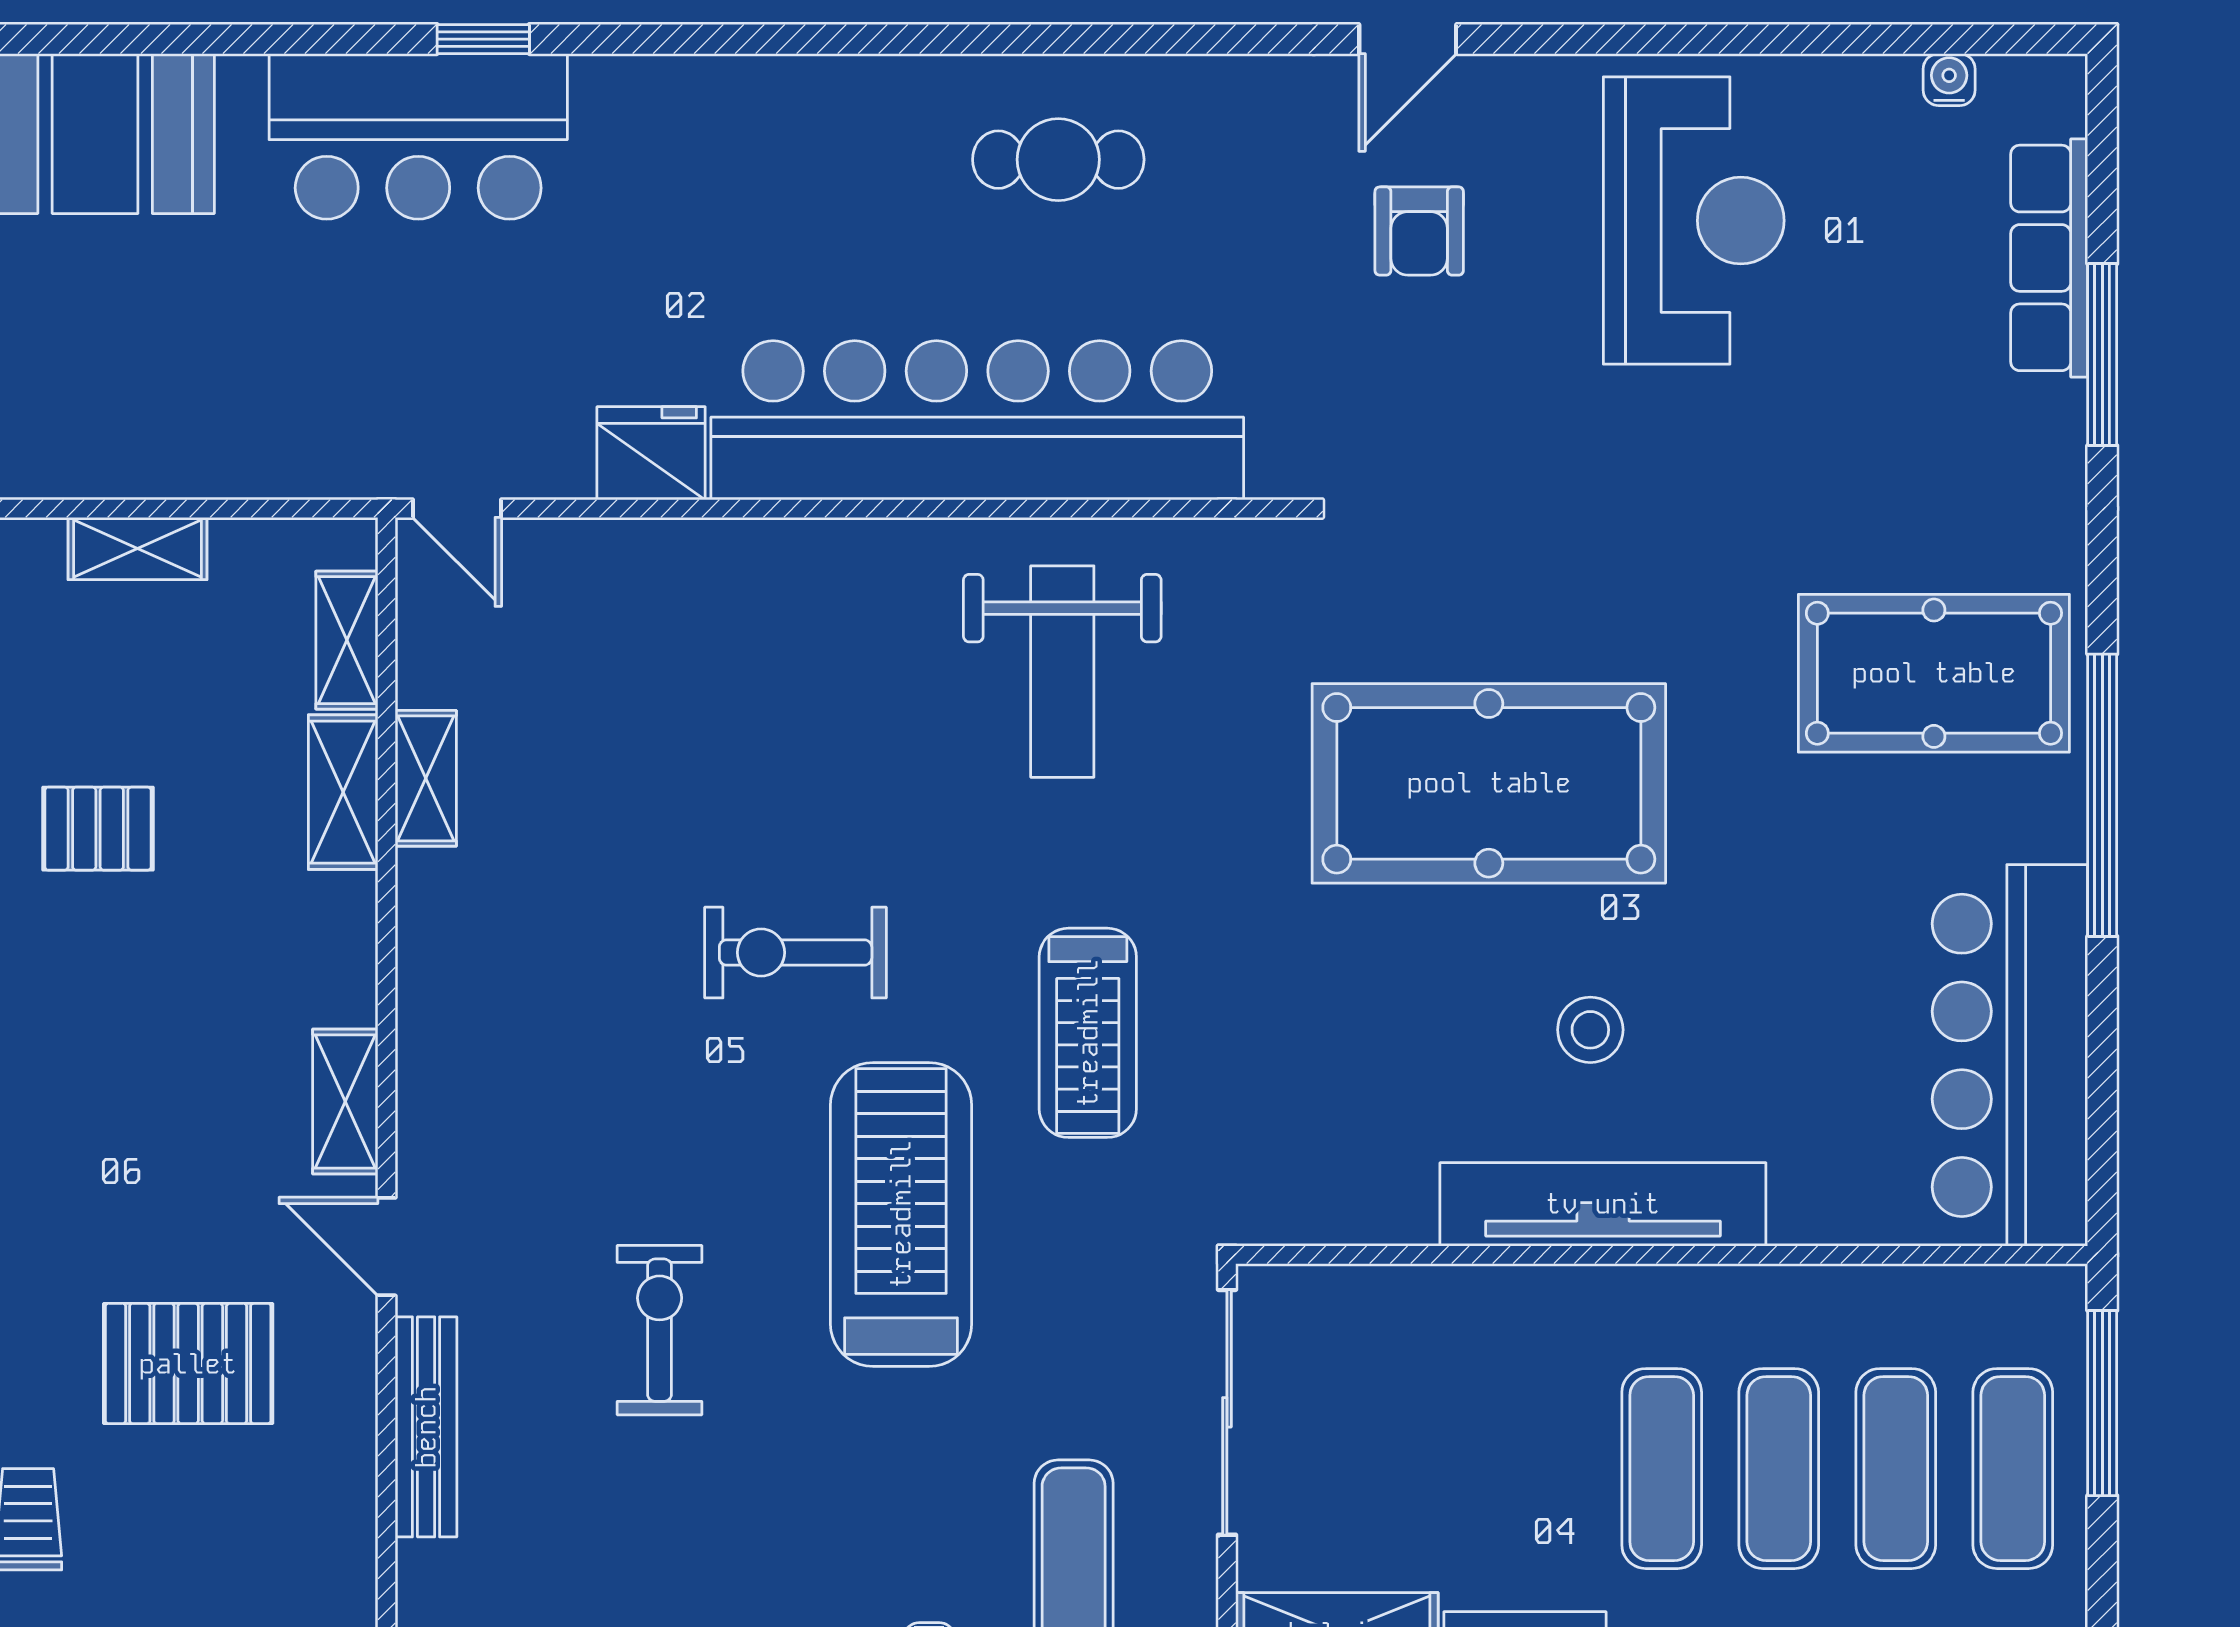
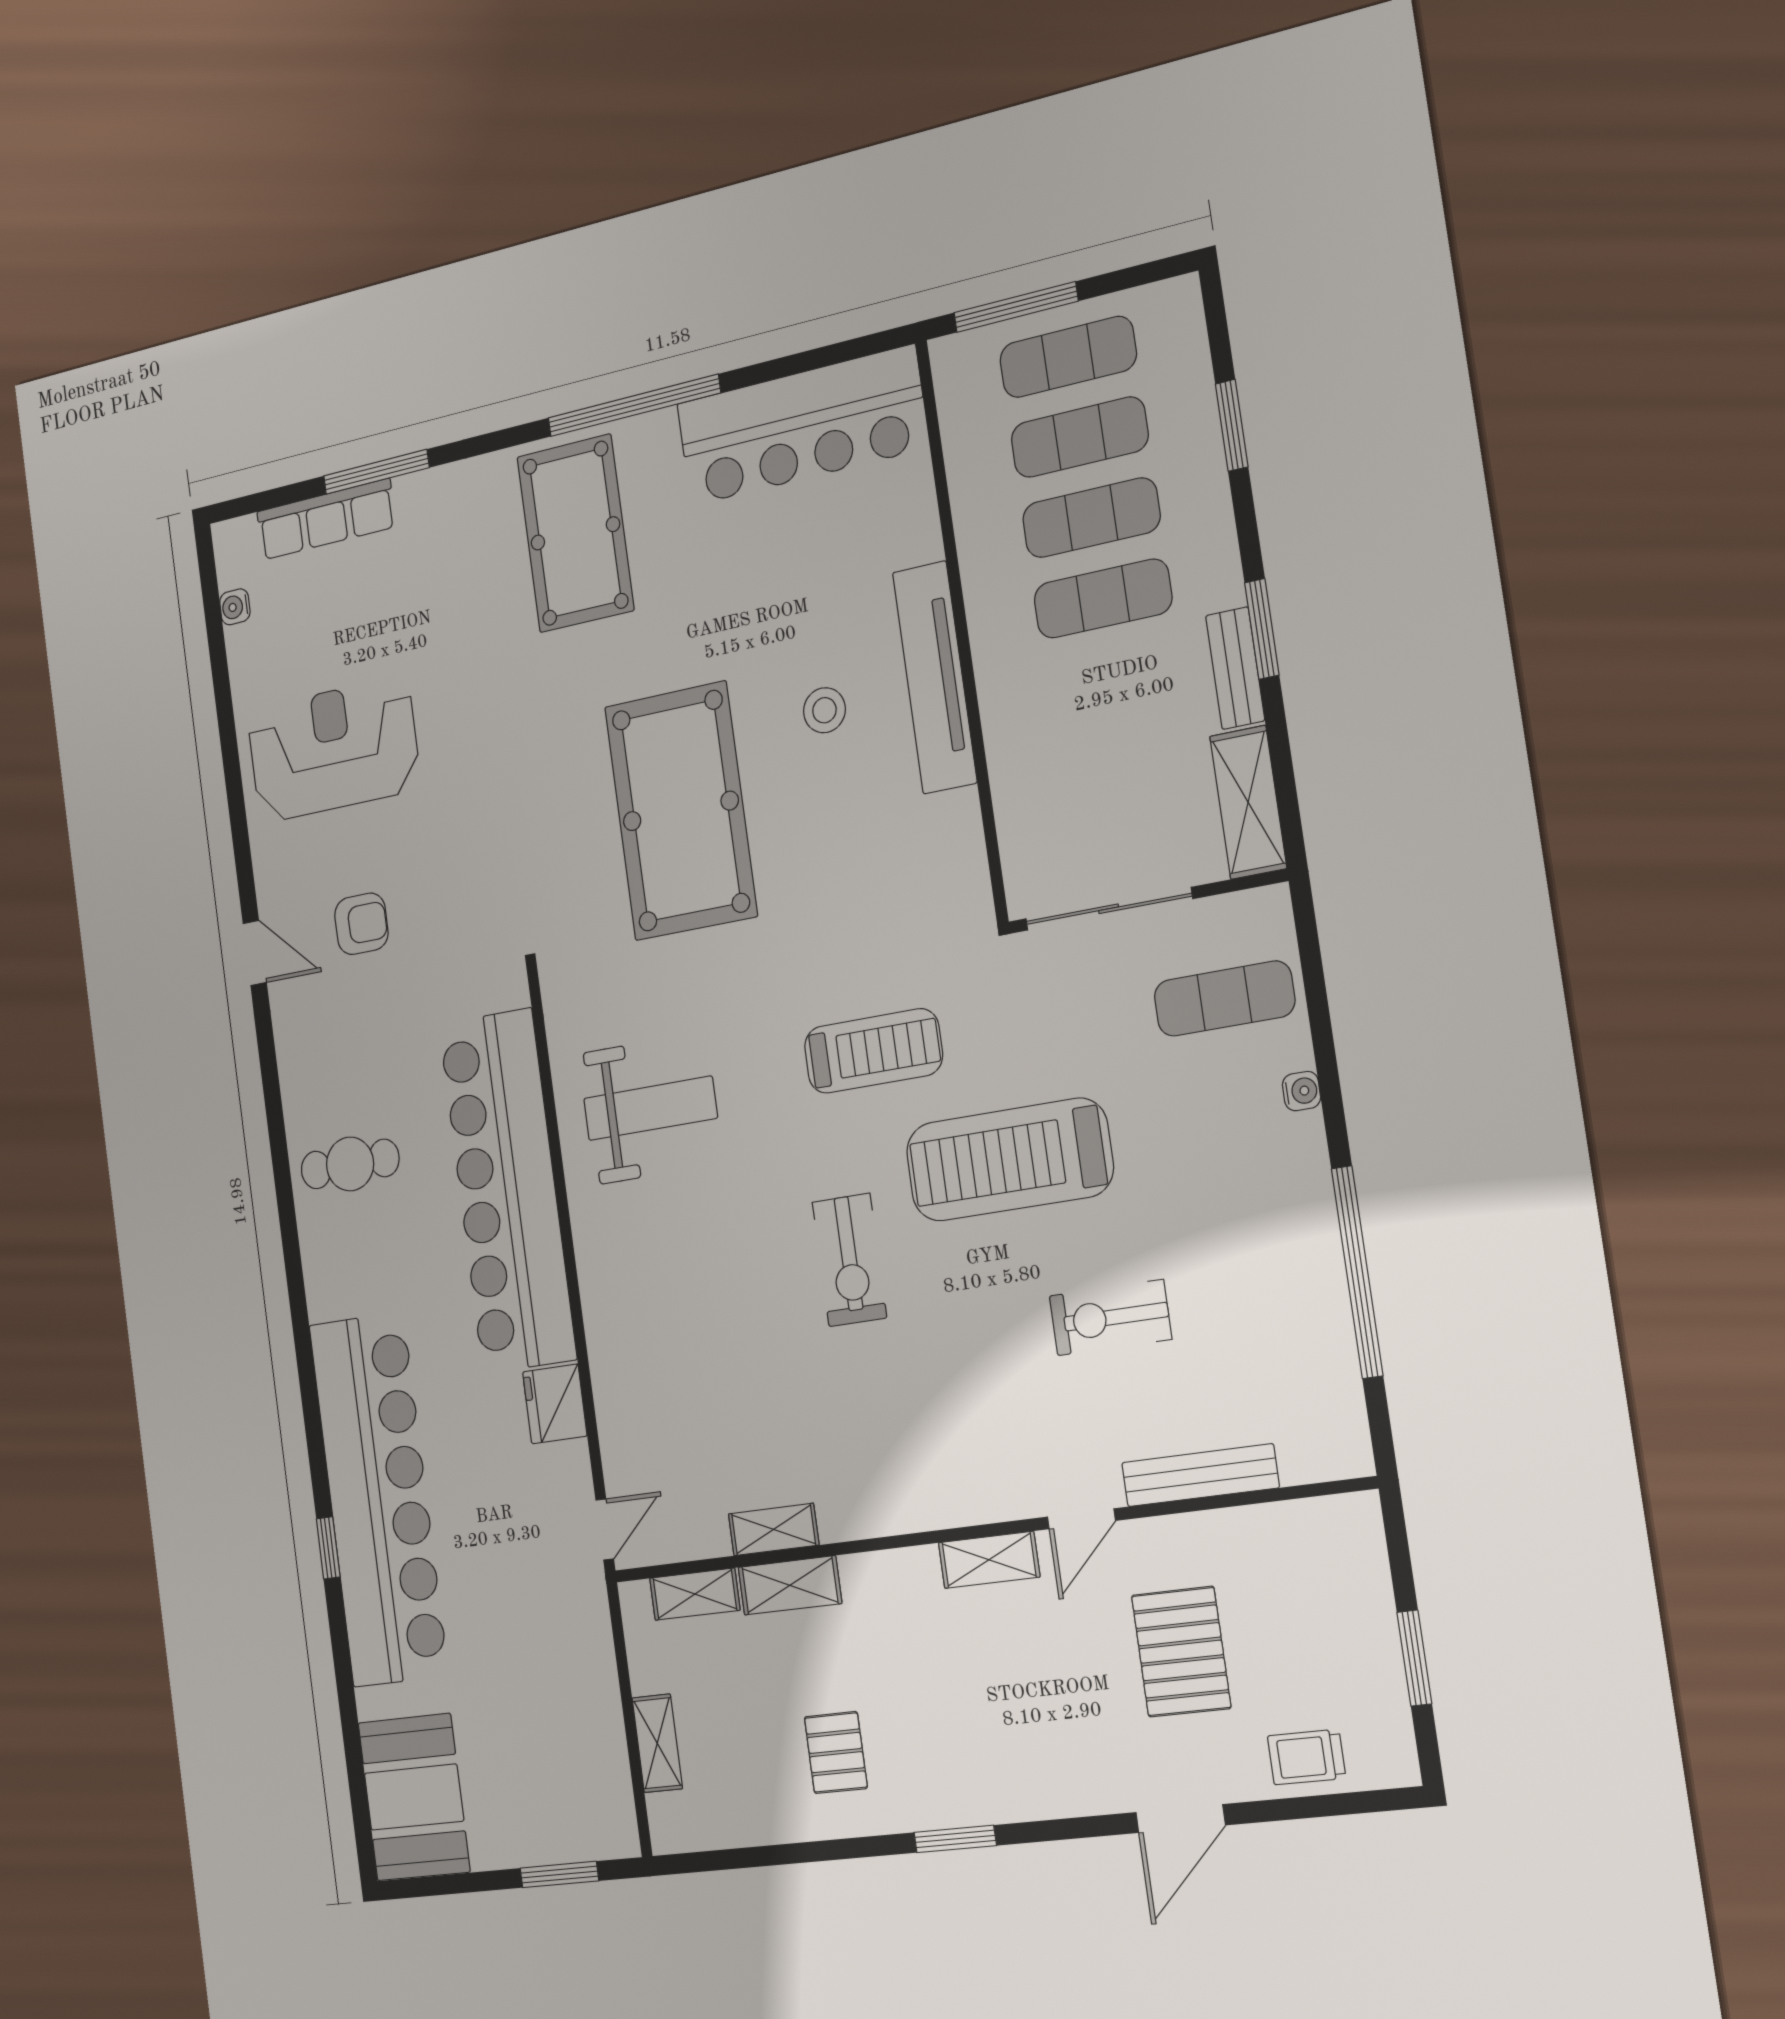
bar counter: (418, 136) -> (378, 1499), width x1.86
cafe table: (1058, 160) -> (350, 1164), turned 90

